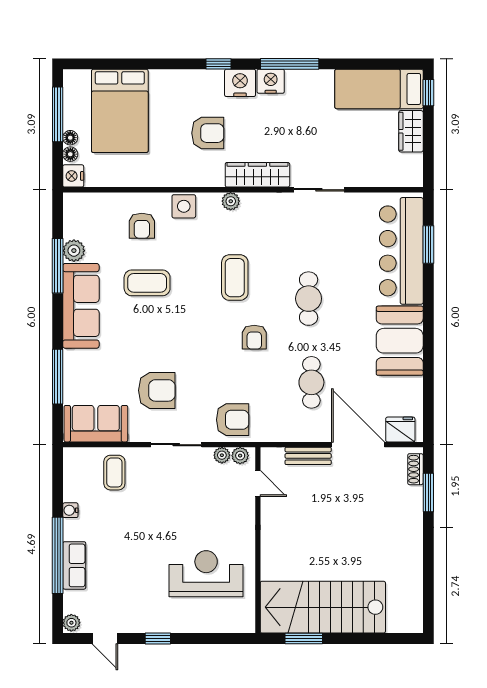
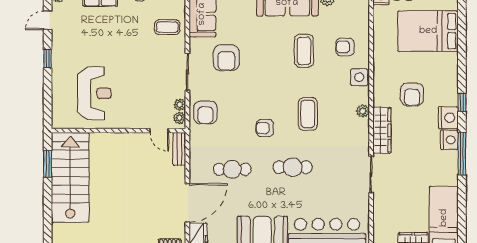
coffee table: (235, 278) -> (308, 114), turned 90
bench: (308, 456) -> (179, 149), moved
door: (258, 484) -> (159, 131), hinge flipped

